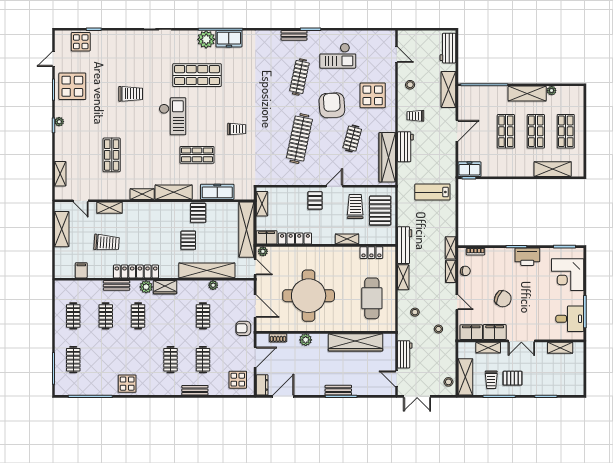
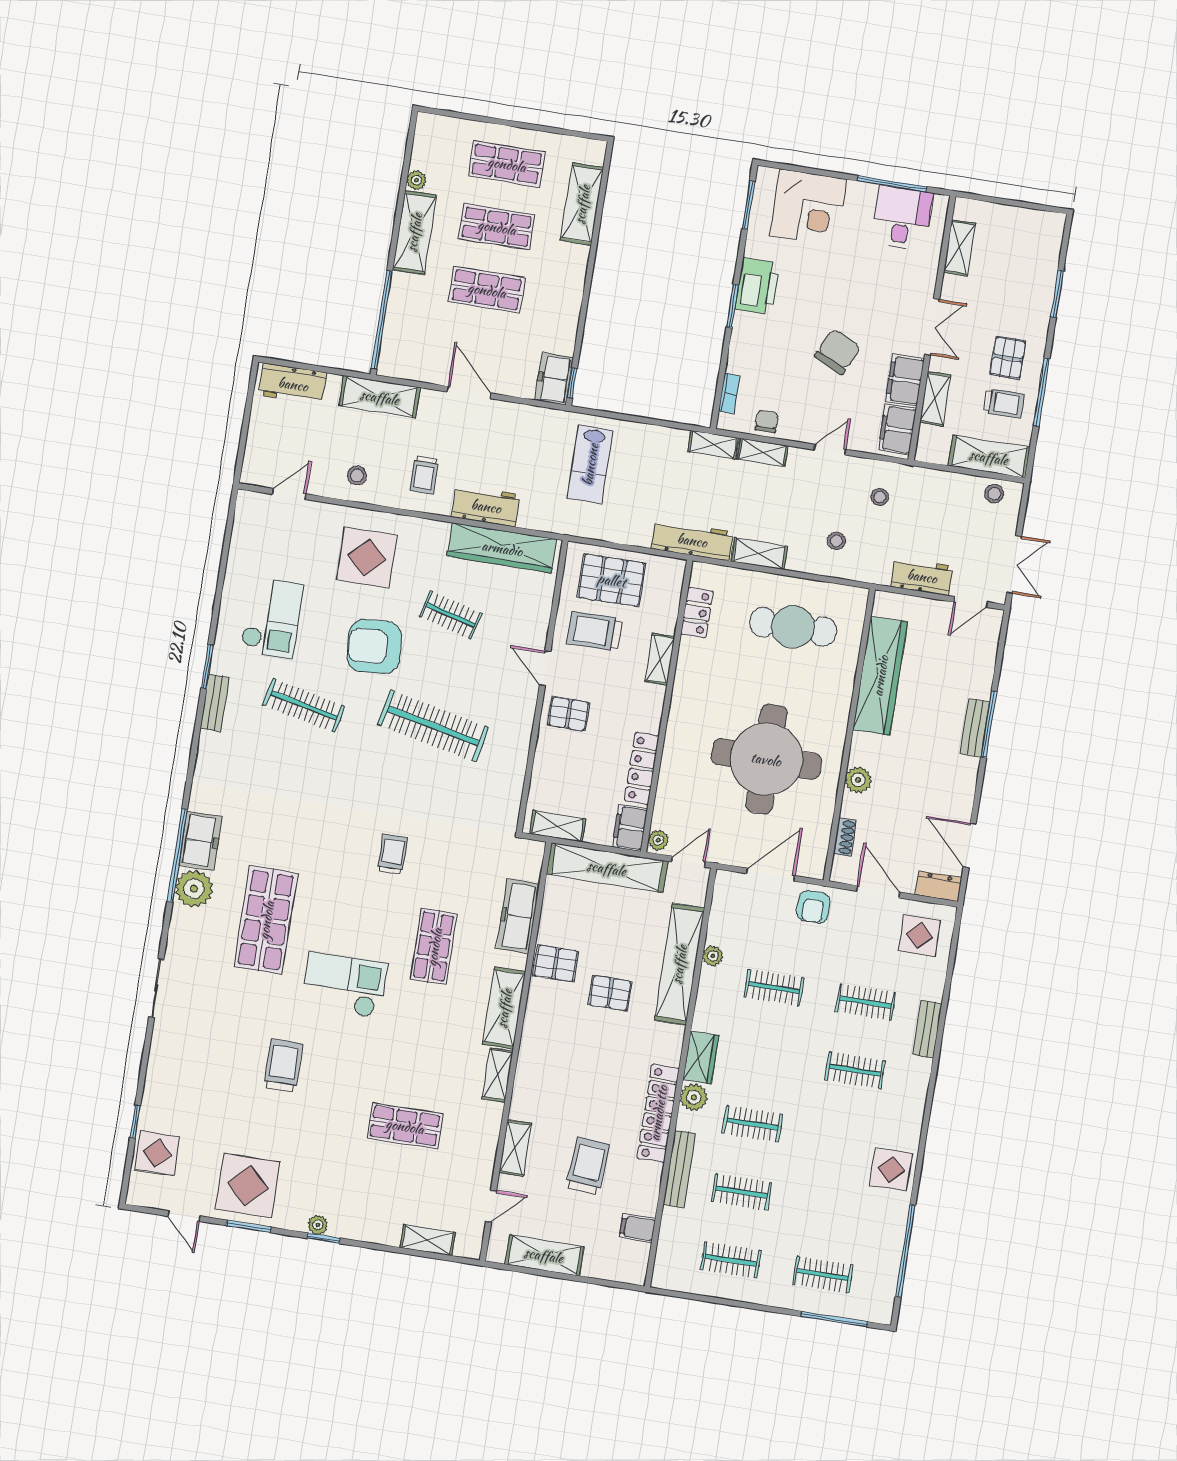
bench: (117, 285) -> (679, 1169), width x1.36

